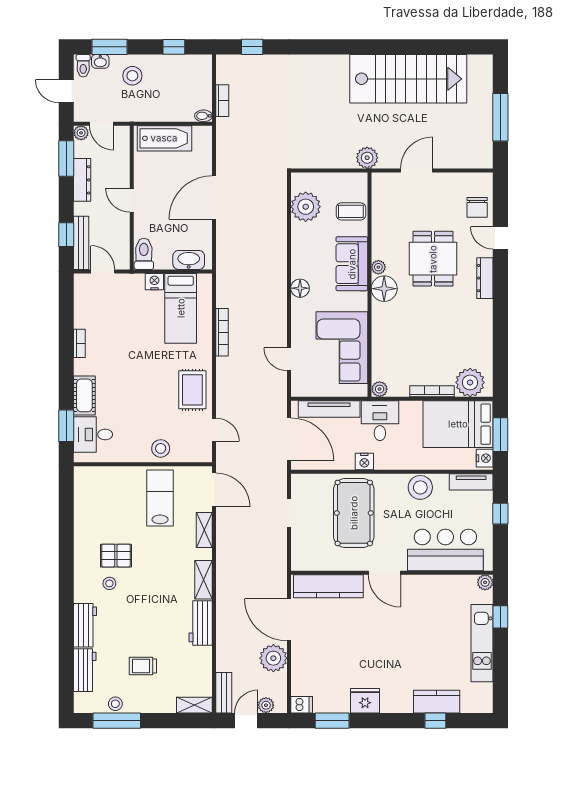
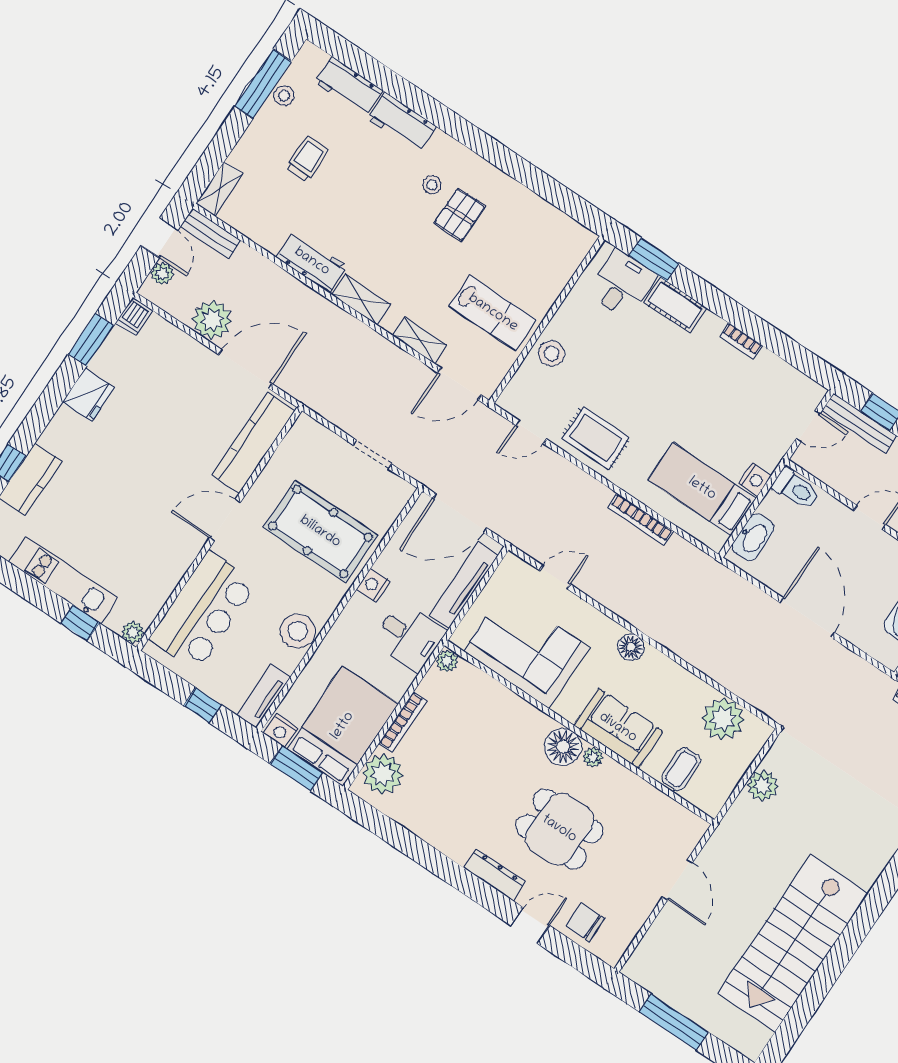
plant: (367, 158) -> (763, 786), moved

